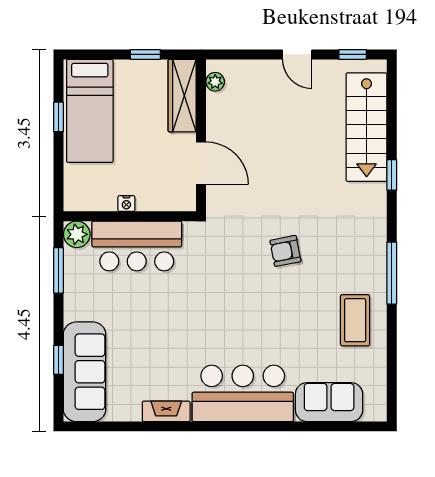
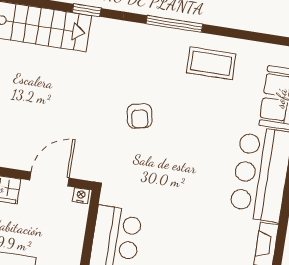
nightstand: (126, 203) -> (81, 196), moved, turned -90

